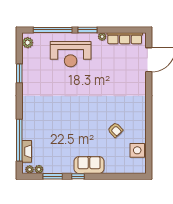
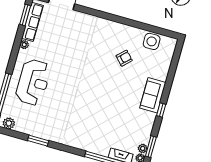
window: (87, 30) -> (25, 15), moved
window: (53, 176) -> (151, 147), moved

